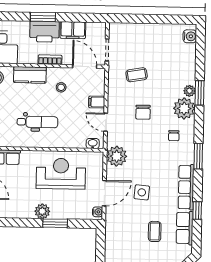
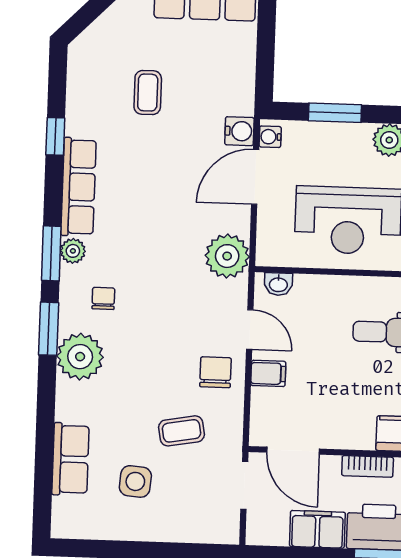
water cooler: (190, 36) -> (239, 131), moved, turned 180
stool: (61, 87) -> (345, 406), removed
plant: (190, 91) -> (73, 251), moved
window: (199, 93) -> (49, 329), moved
chair: (143, 112) -> (215, 372), moved
side table: (142, 192) -> (135, 481), moved
window: (55, 223) -> (335, 113), moved
row of seats: (185, 228) -> (70, 459), moved

